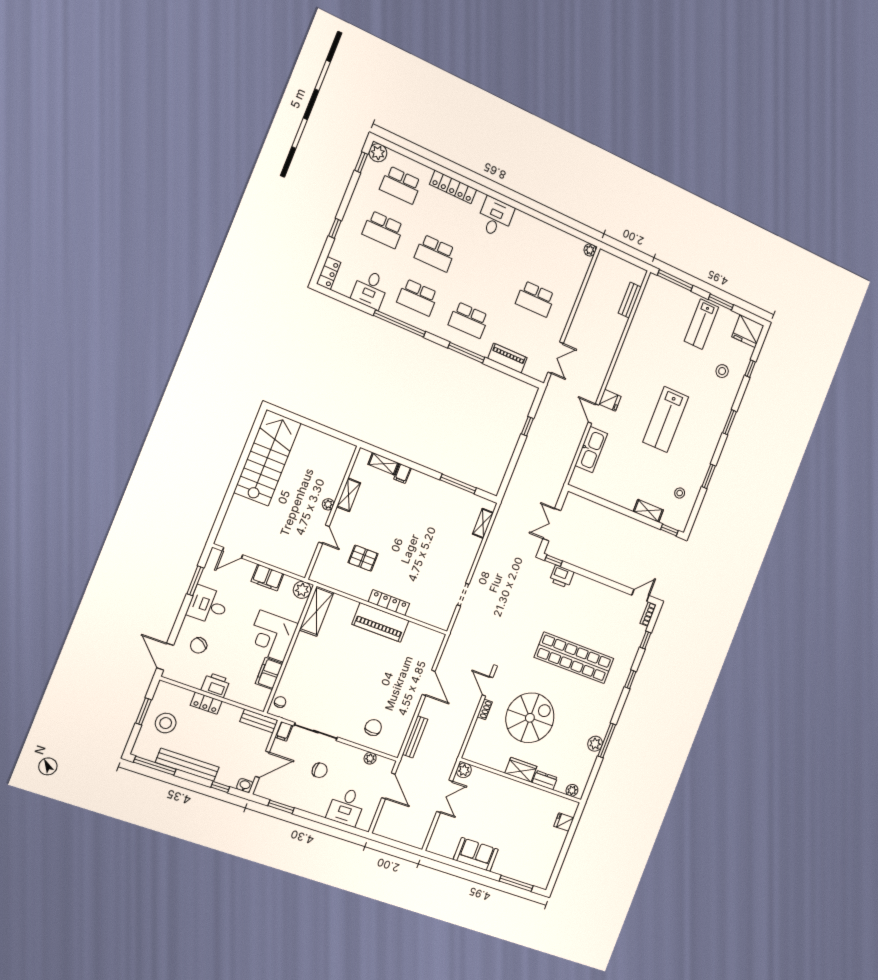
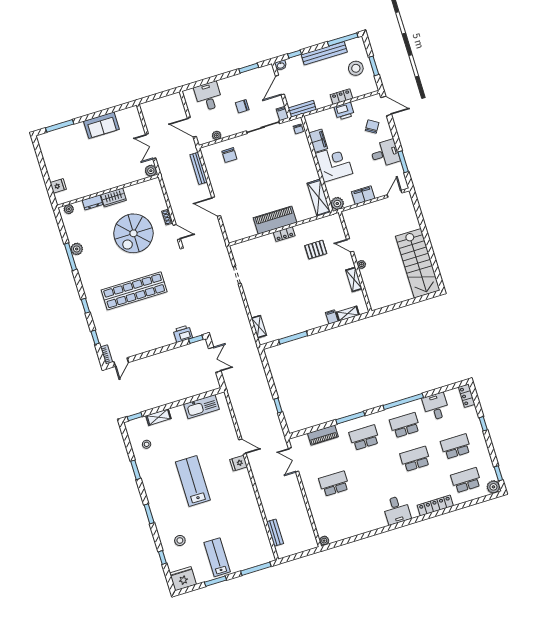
kitchen sink: (591, 450) -> (202, 407), moved, turned -90
locker: (389, 603) -> (284, 234), width x0.66

